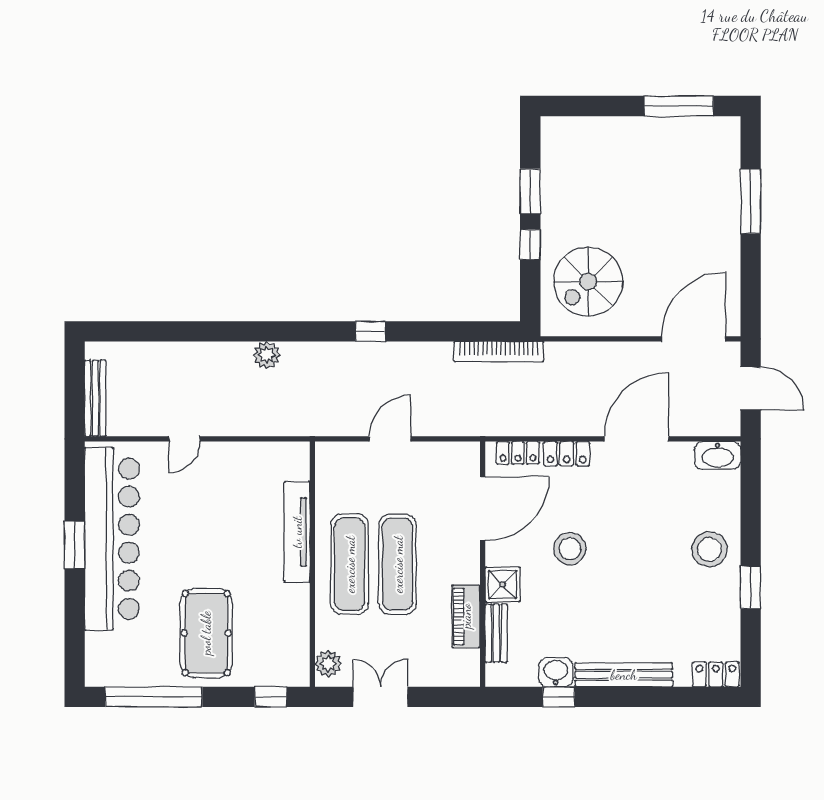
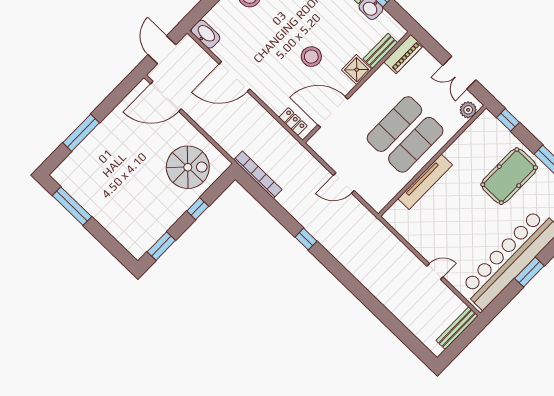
window: (530, 191) -> (161, 246), moved
plant: (267, 355) -> (362, 273), removed
locker: (567, 454) -> (272, 100), removed
piano: (466, 616) -> (403, 54), moved

